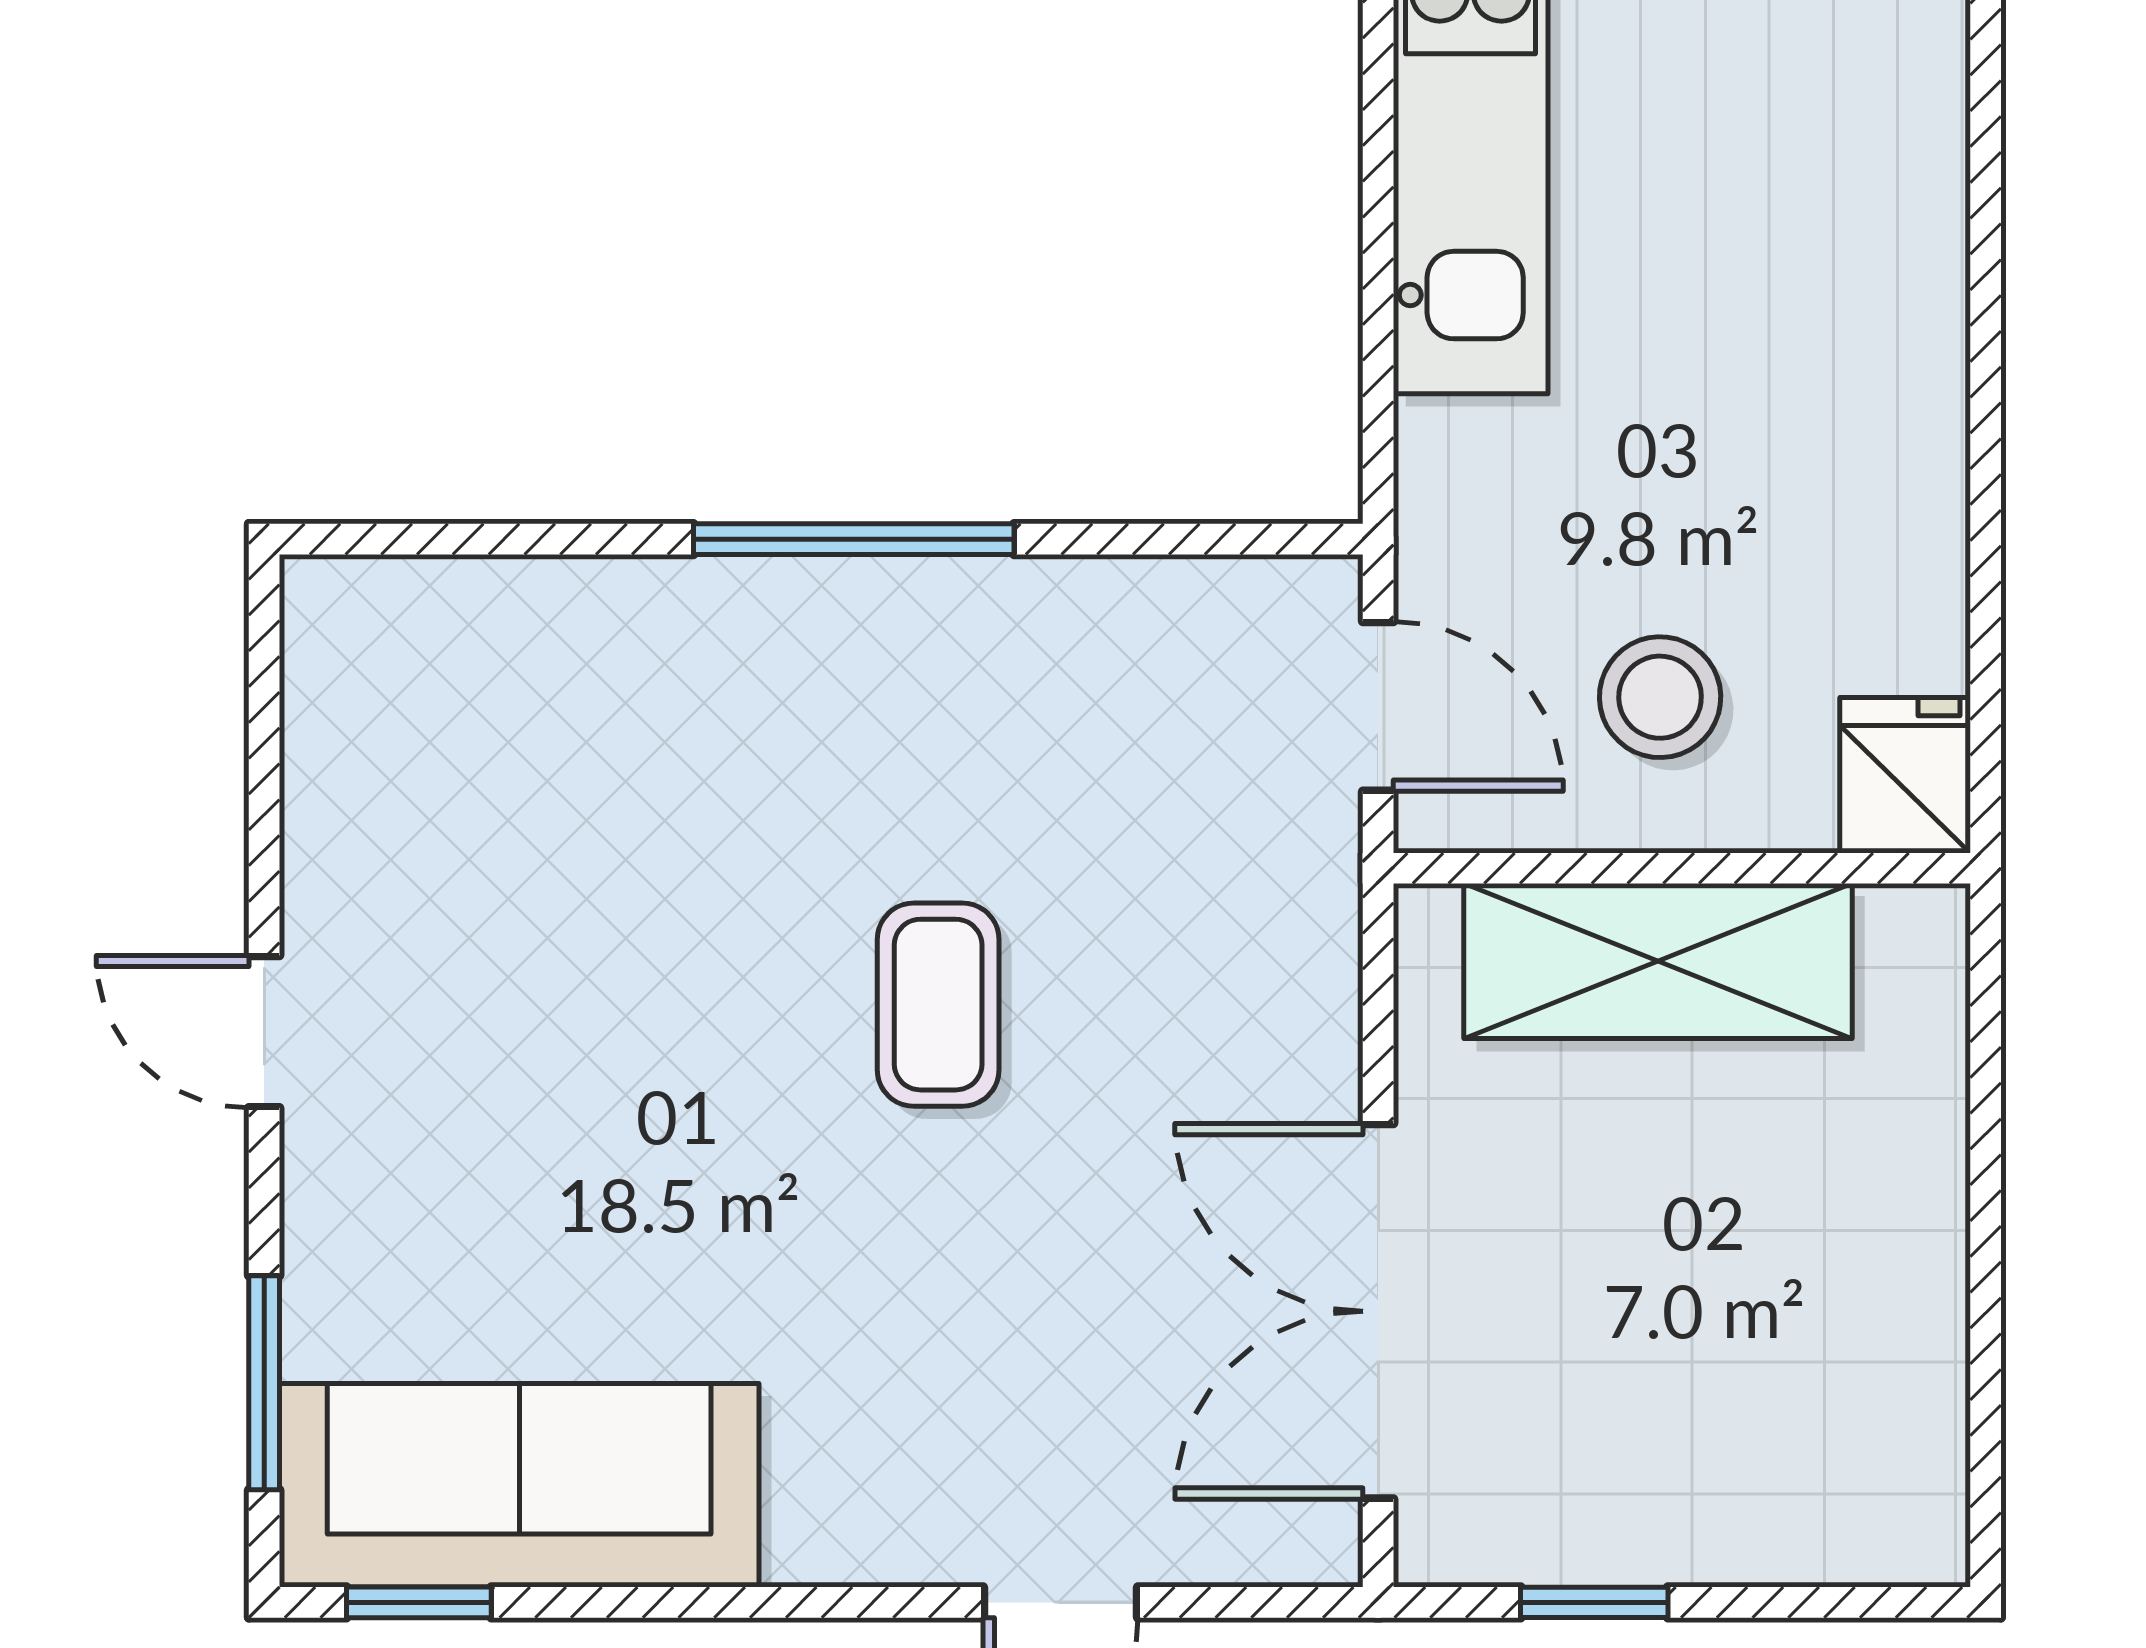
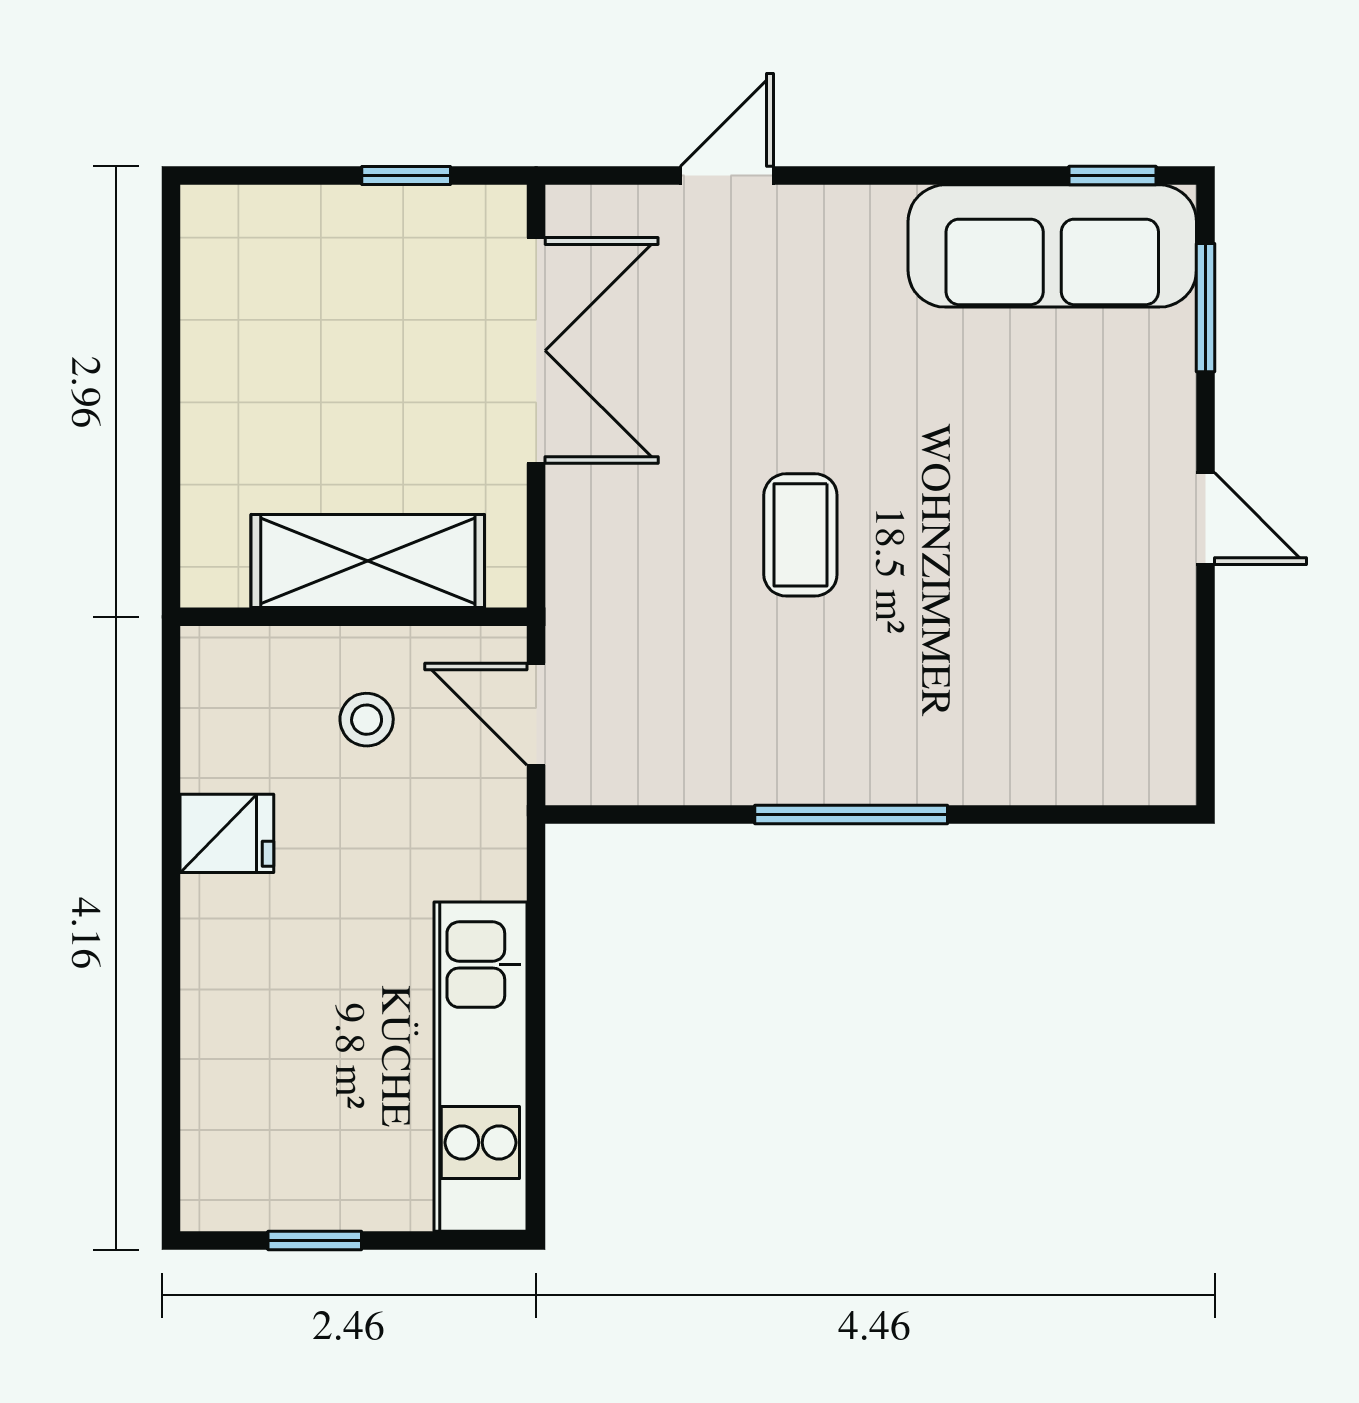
stool: (1660, 697) -> (367, 720), width x0.73, depth x0.73
fridge: (1905, 775) -> (227, 833), moved, turned -90

